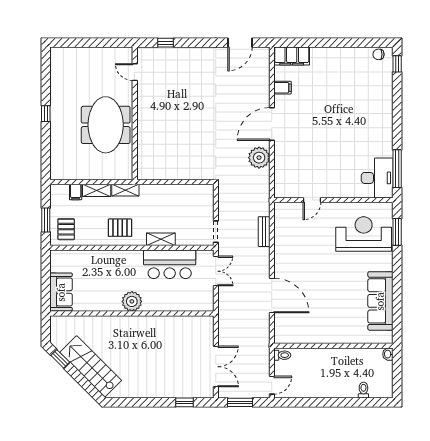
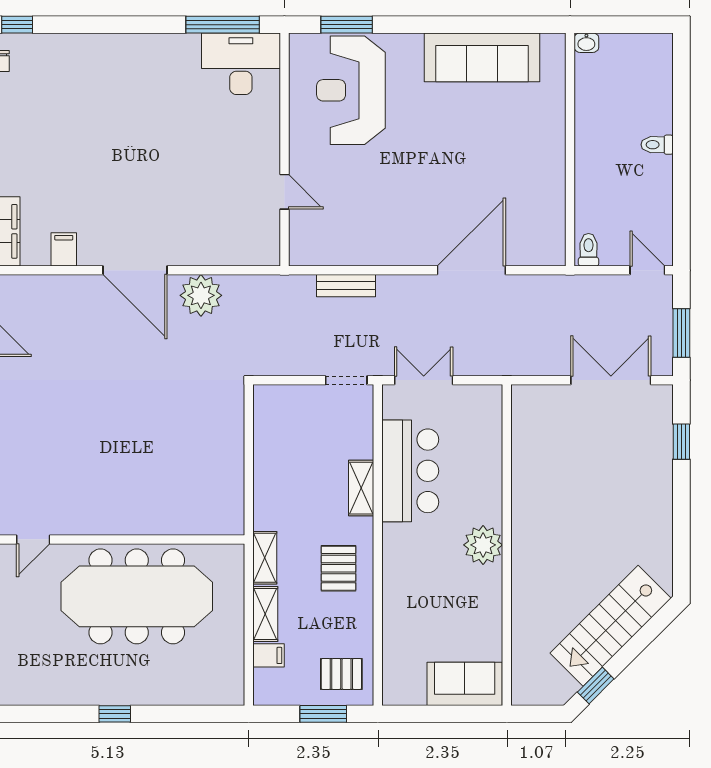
meeting table: (106, 125) -> (137, 596), width x1.36
toilet: (363, 390) -> (657, 145), moved

